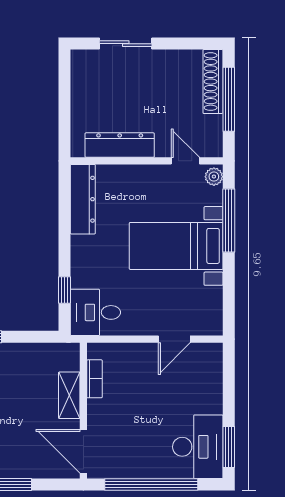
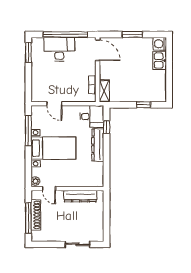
shoe rack: (213, 82) -> (36, 215), moved
dresser: (83, 199) -> (98, 145), moved
window: (229, 221) -> (28, 131), moved
door: (174, 339) -> (54, 104), swing flipped
shelving: (69, 395) -> (104, 91), moved
desk: (198, 447) -> (59, 49), moved, turned 90

